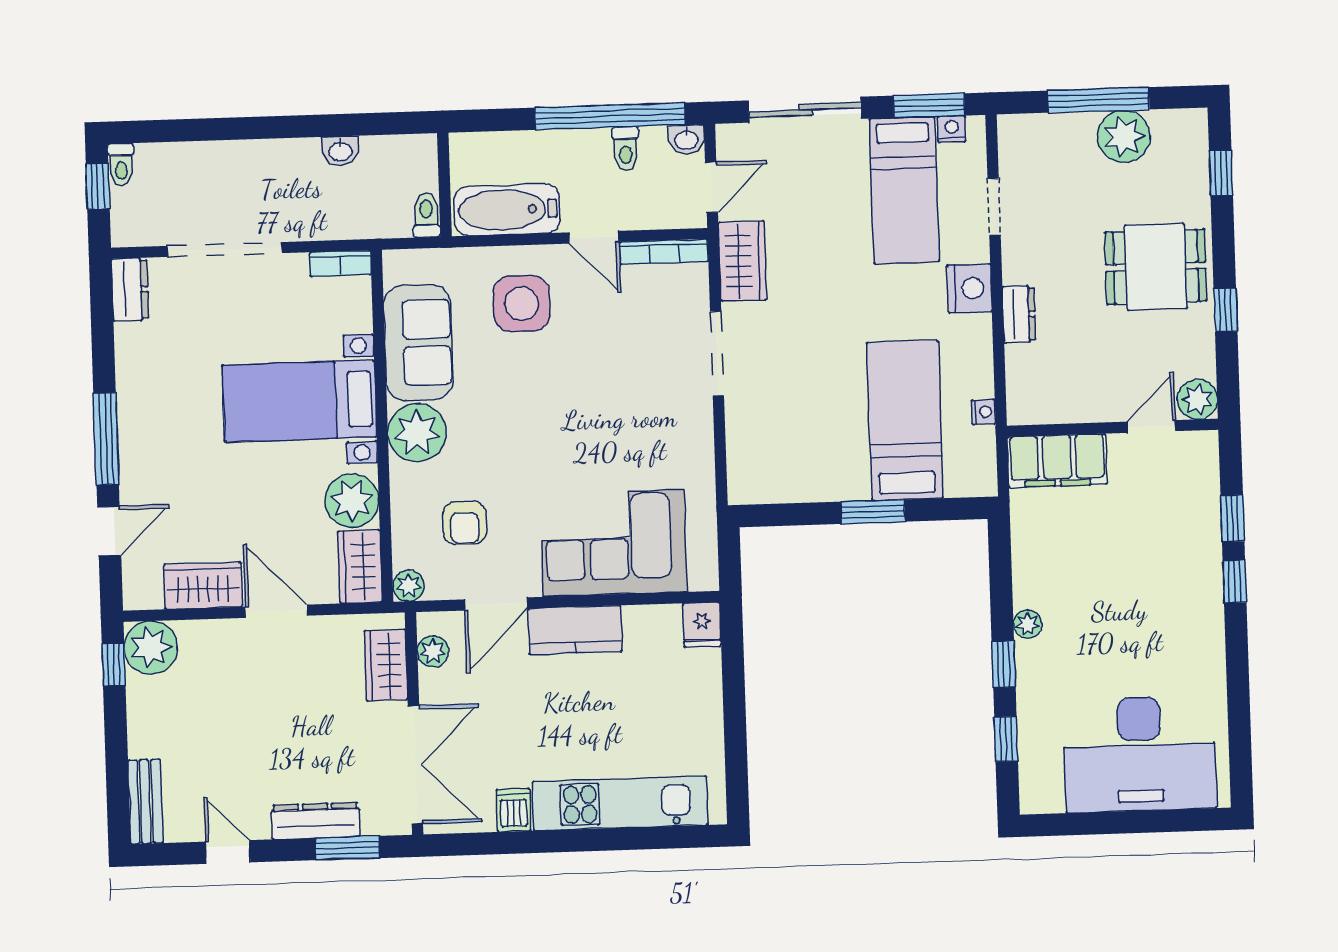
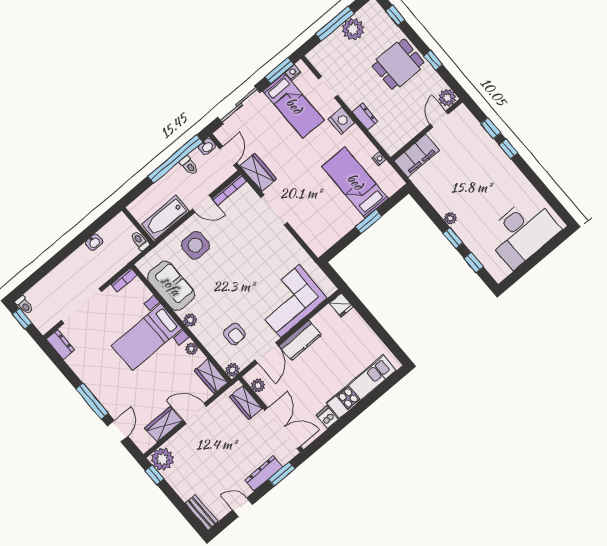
plant: (417, 433) -> (190, 320), width x0.53, depth x0.53
plant: (352, 501) -> (192, 349), width x0.53, depth x0.53

